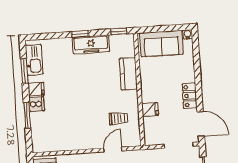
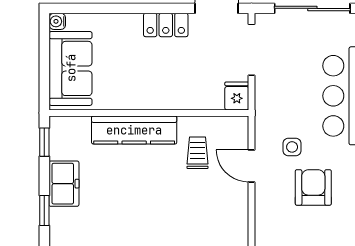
freezer: (91, 44) -> (64, 184), width x0.71
kitchen counter: (128, 74) -> (134, 130), width x1.50
fridge: (150, 109) -> (237, 96), moved

